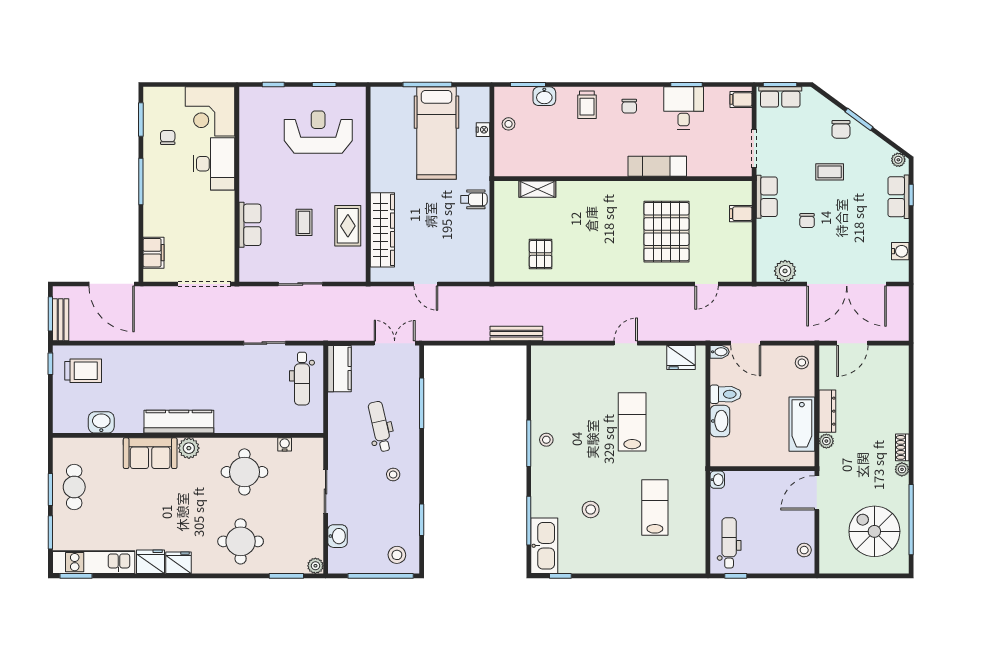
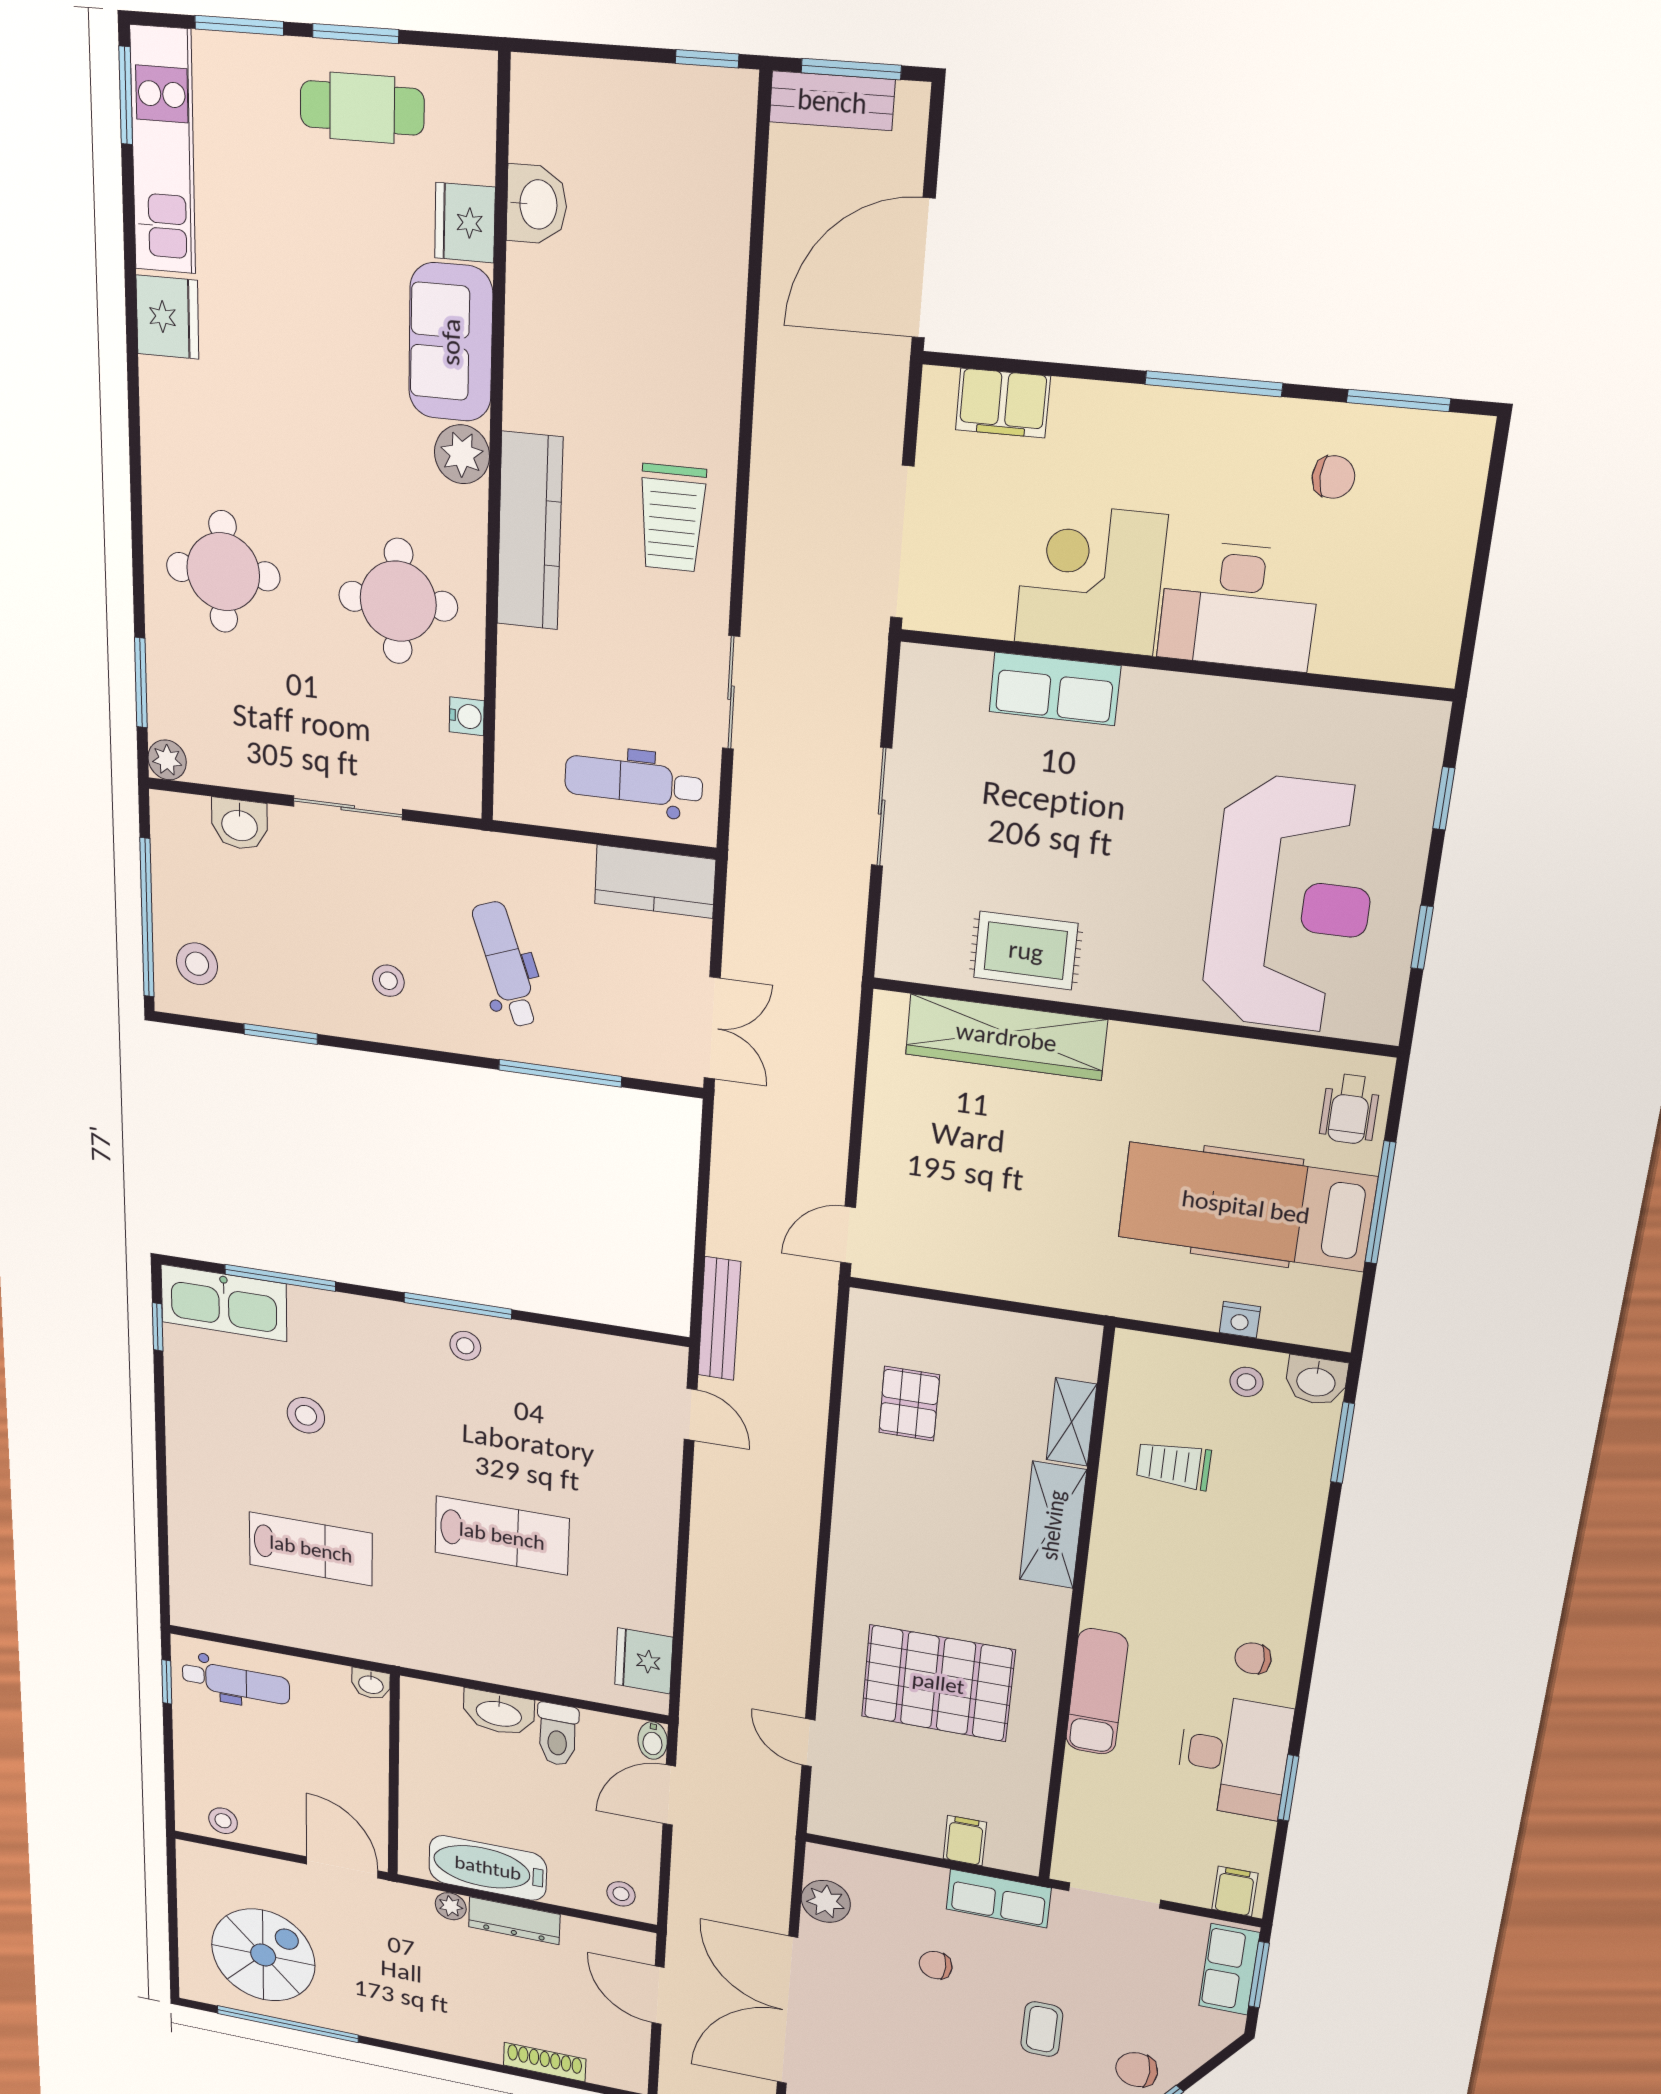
washbasin: (544, 96) -> (1316, 1381), moved, turned -90
trolley: (587, 105) -> (1174, 1465), moved
desk: (684, 108) -> (1234, 1756), width x1.37
corner desk: (210, 111) -> (1090, 579), moved
reception desk: (318, 132) -> (1291, 905), width x1.36, depth x1.30
shelving: (584, 192) -> (1053, 1525), added
wheelchair: (474, 199) -> (1350, 1109), moved
coffee table: (304, 222) -> (1046, 837), removed
pallet: (541, 254) -> (909, 1404), turned 90
door: (426, 284) -> (848, 1235), moved
door: (626, 343) -> (691, 1414), moved
trolley: (83, 371) -> (672, 518), moved
kitchen counter: (179, 422) -> (530, 531), moved
dental chair: (380, 427) -> (506, 965), turned -97
shoe rack: (902, 447) -> (545, 2062), moved, width x1.43
plant: (902, 469) -> (390, 2029), removed
fridge: (178, 563) -> (465, 223), moved, turned 180

